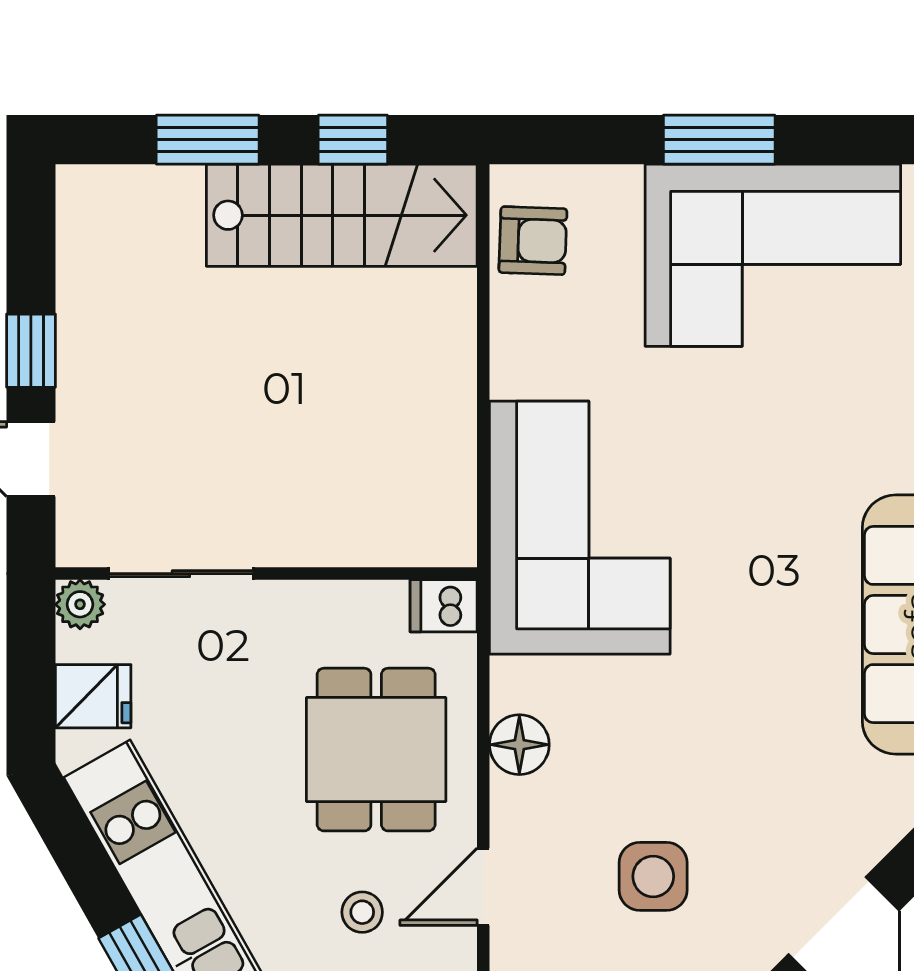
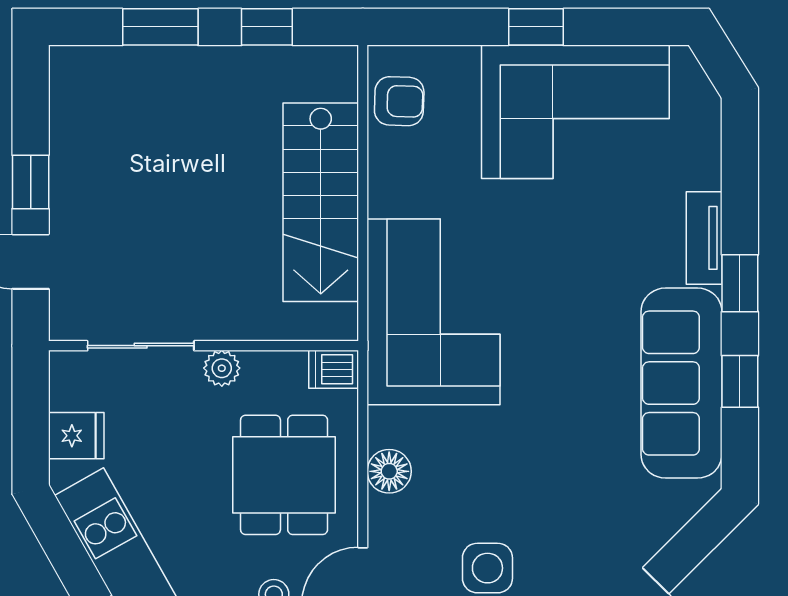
window: (719, 140) -> (536, 27), width x0.67
stairs: (342, 215) -> (321, 202), moved, turned 90
plant: (80, 604) -> (222, 368), moved

